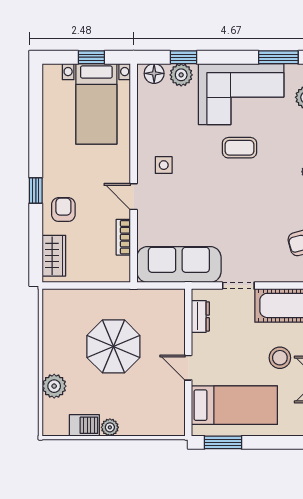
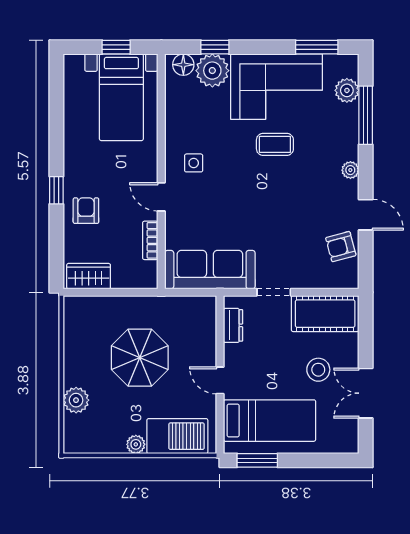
plant: (181, 75) -> (212, 71), width x1.36, depth x1.36
wardrobe: (54, 256) -> (89, 276), moved, turned -90
barbecue: (84, 425) -> (177, 436), moved, width x1.88, depth x1.53

